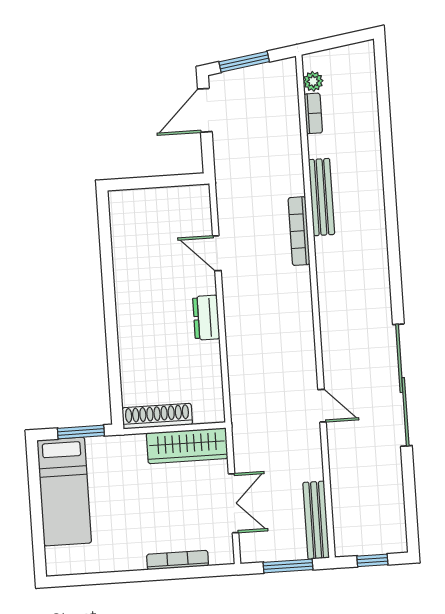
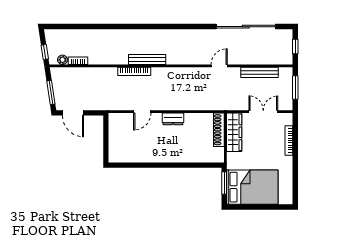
window: (327, 44) -> (45, 52), added
bench: (321, 197) -> (147, 59), moved
sliding door: (402, 385) -> (246, 27), moved
shoe rack: (157, 416) -> (219, 130), moved
bed: (64, 492) -> (252, 187), width x1.50
bench: (316, 520) -> (260, 72), moved

